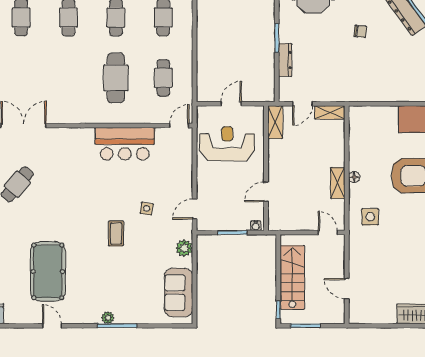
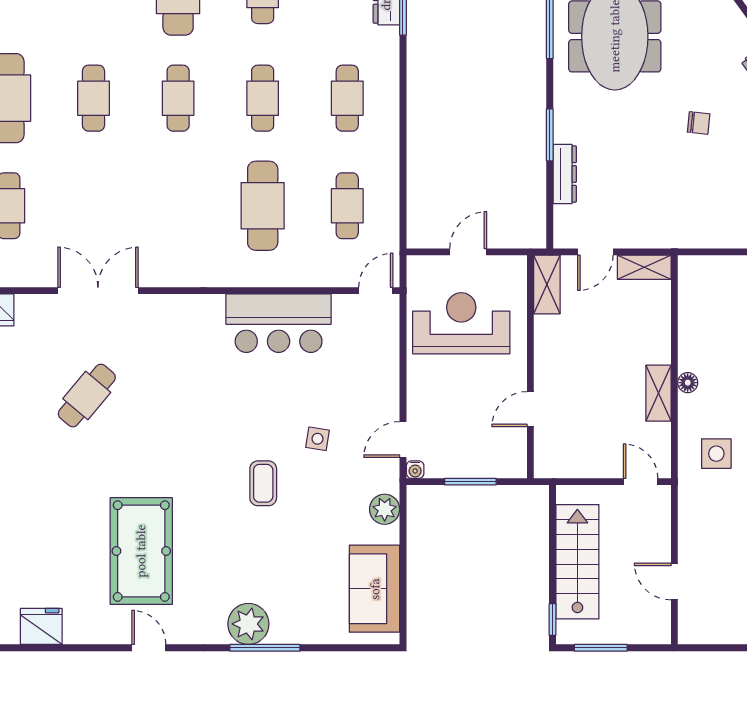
water cooler: (256, 226) -> (415, 470), moved
plant: (108, 318) -> (248, 624), width x1.88, depth x1.88

